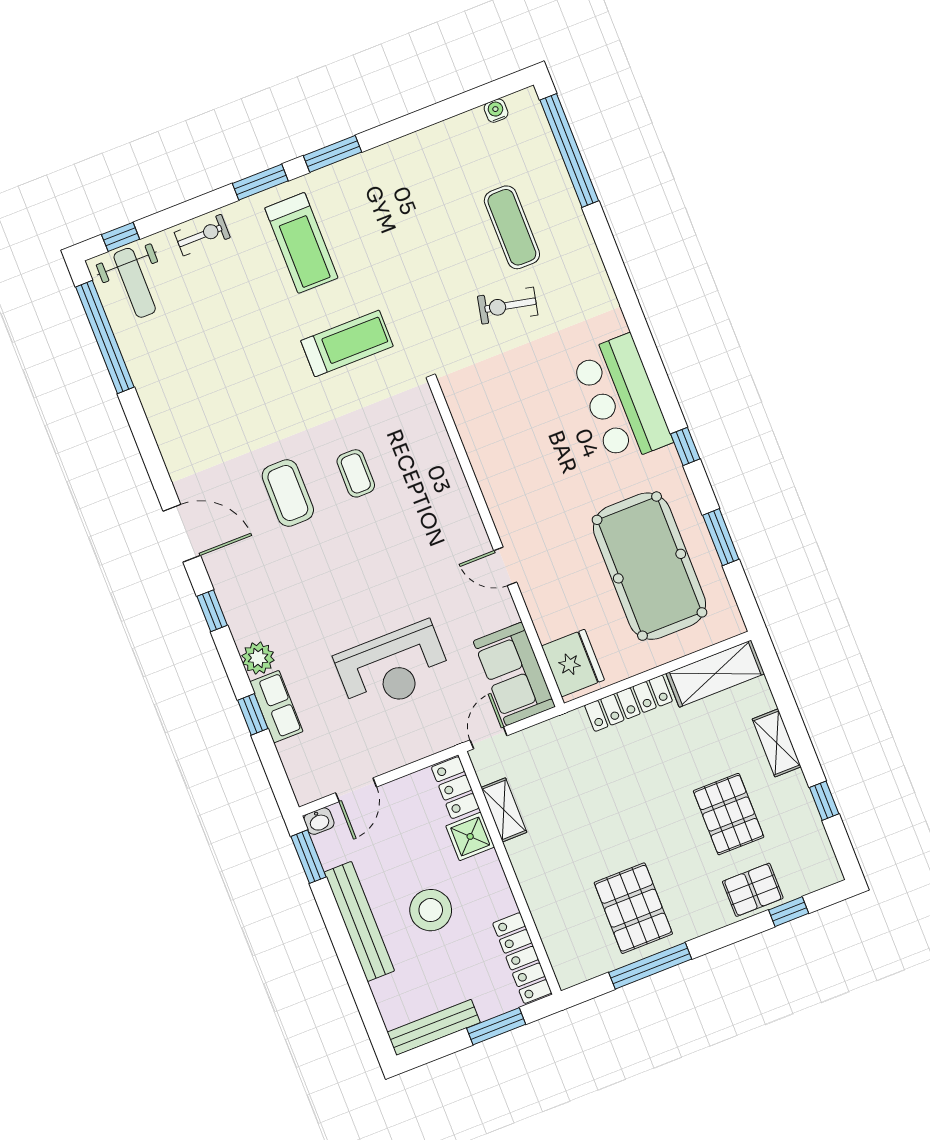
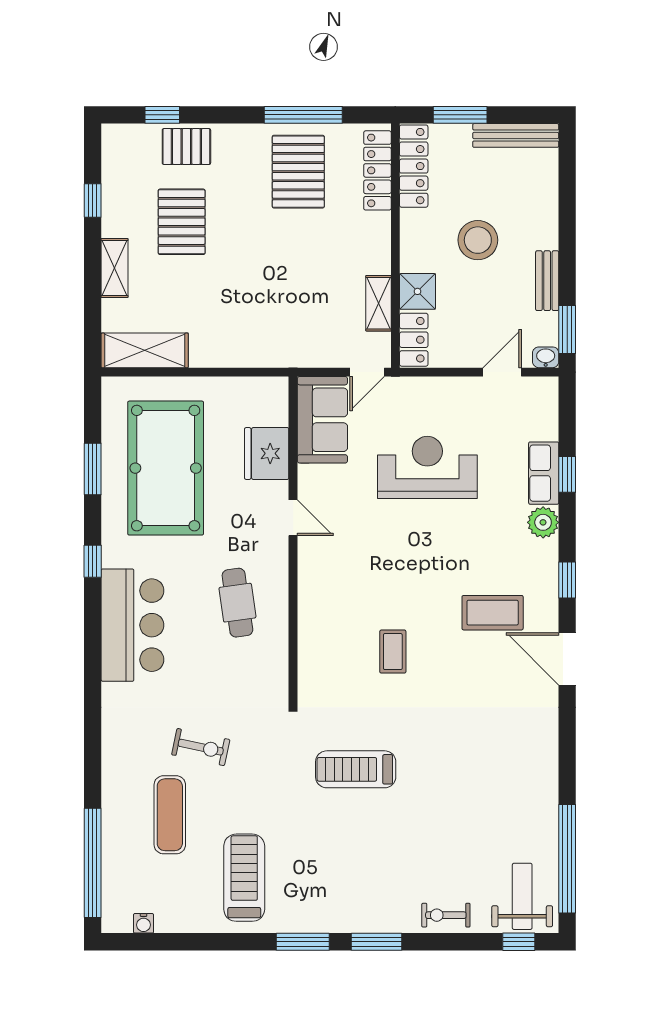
treadmill: (301, 243) -> (244, 878), moved
cafe table: (527, 462) -> (237, 603), added
coffee table: (288, 493) -> (493, 613), moved, turned 90
fridge: (573, 663) -> (267, 453), moved
locker: (629, 703) -> (377, 170), moved, turned -90
bench: (359, 921) -> (547, 281), width x0.54, depth x0.82

